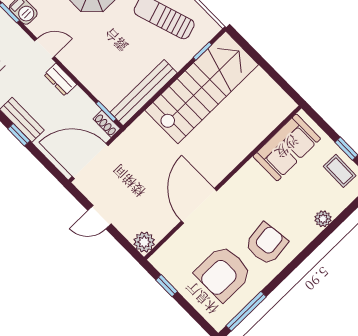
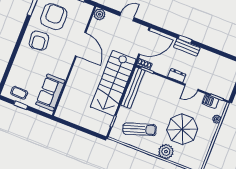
stairs: (202, 87) -> (113, 83), moved
plant: (323, 219) -> (17, 66), removed

